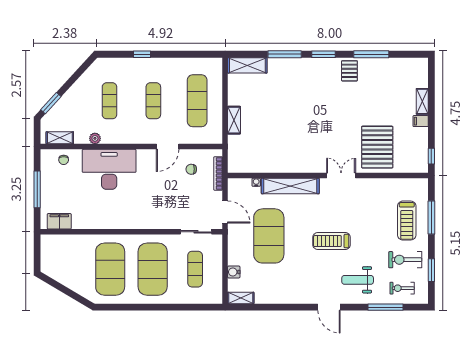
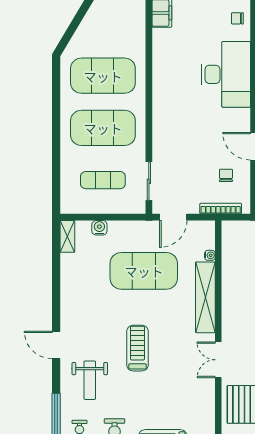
double door: (341, 175) -> (218, 360), swing flipped
weight bench: (358, 280) -> (90, 380), turned 180
door: (329, 307) -> (56, 345), hinge flipped

